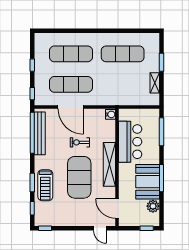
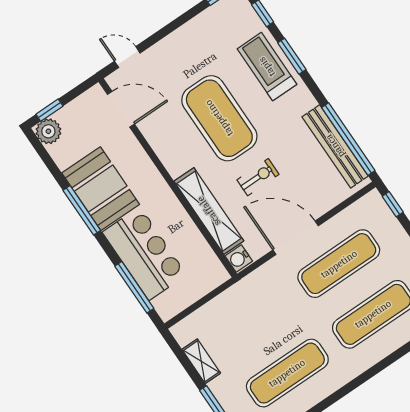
door: (71, 107) -> (296, 238), moved
bar counter: (130, 142) -> (144, 253), moved, turned 180
shelving: (109, 164) -> (209, 211), moved
plant: (153, 206) -> (48, 131), moved

